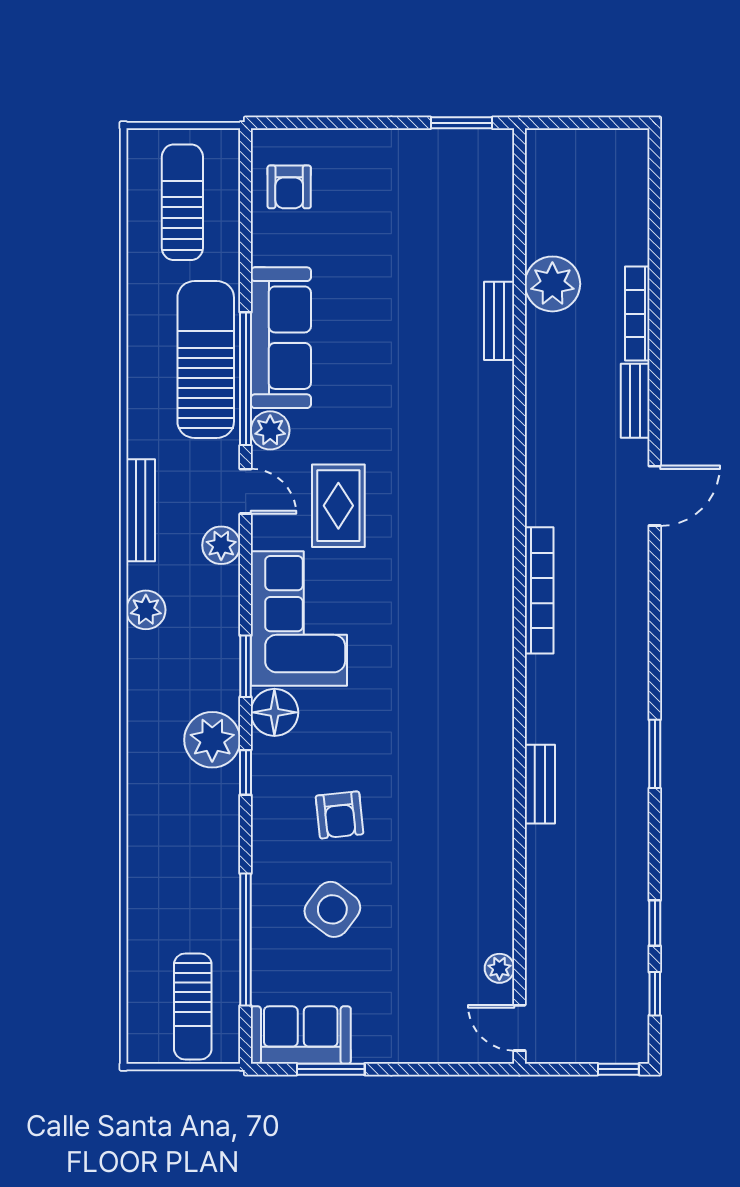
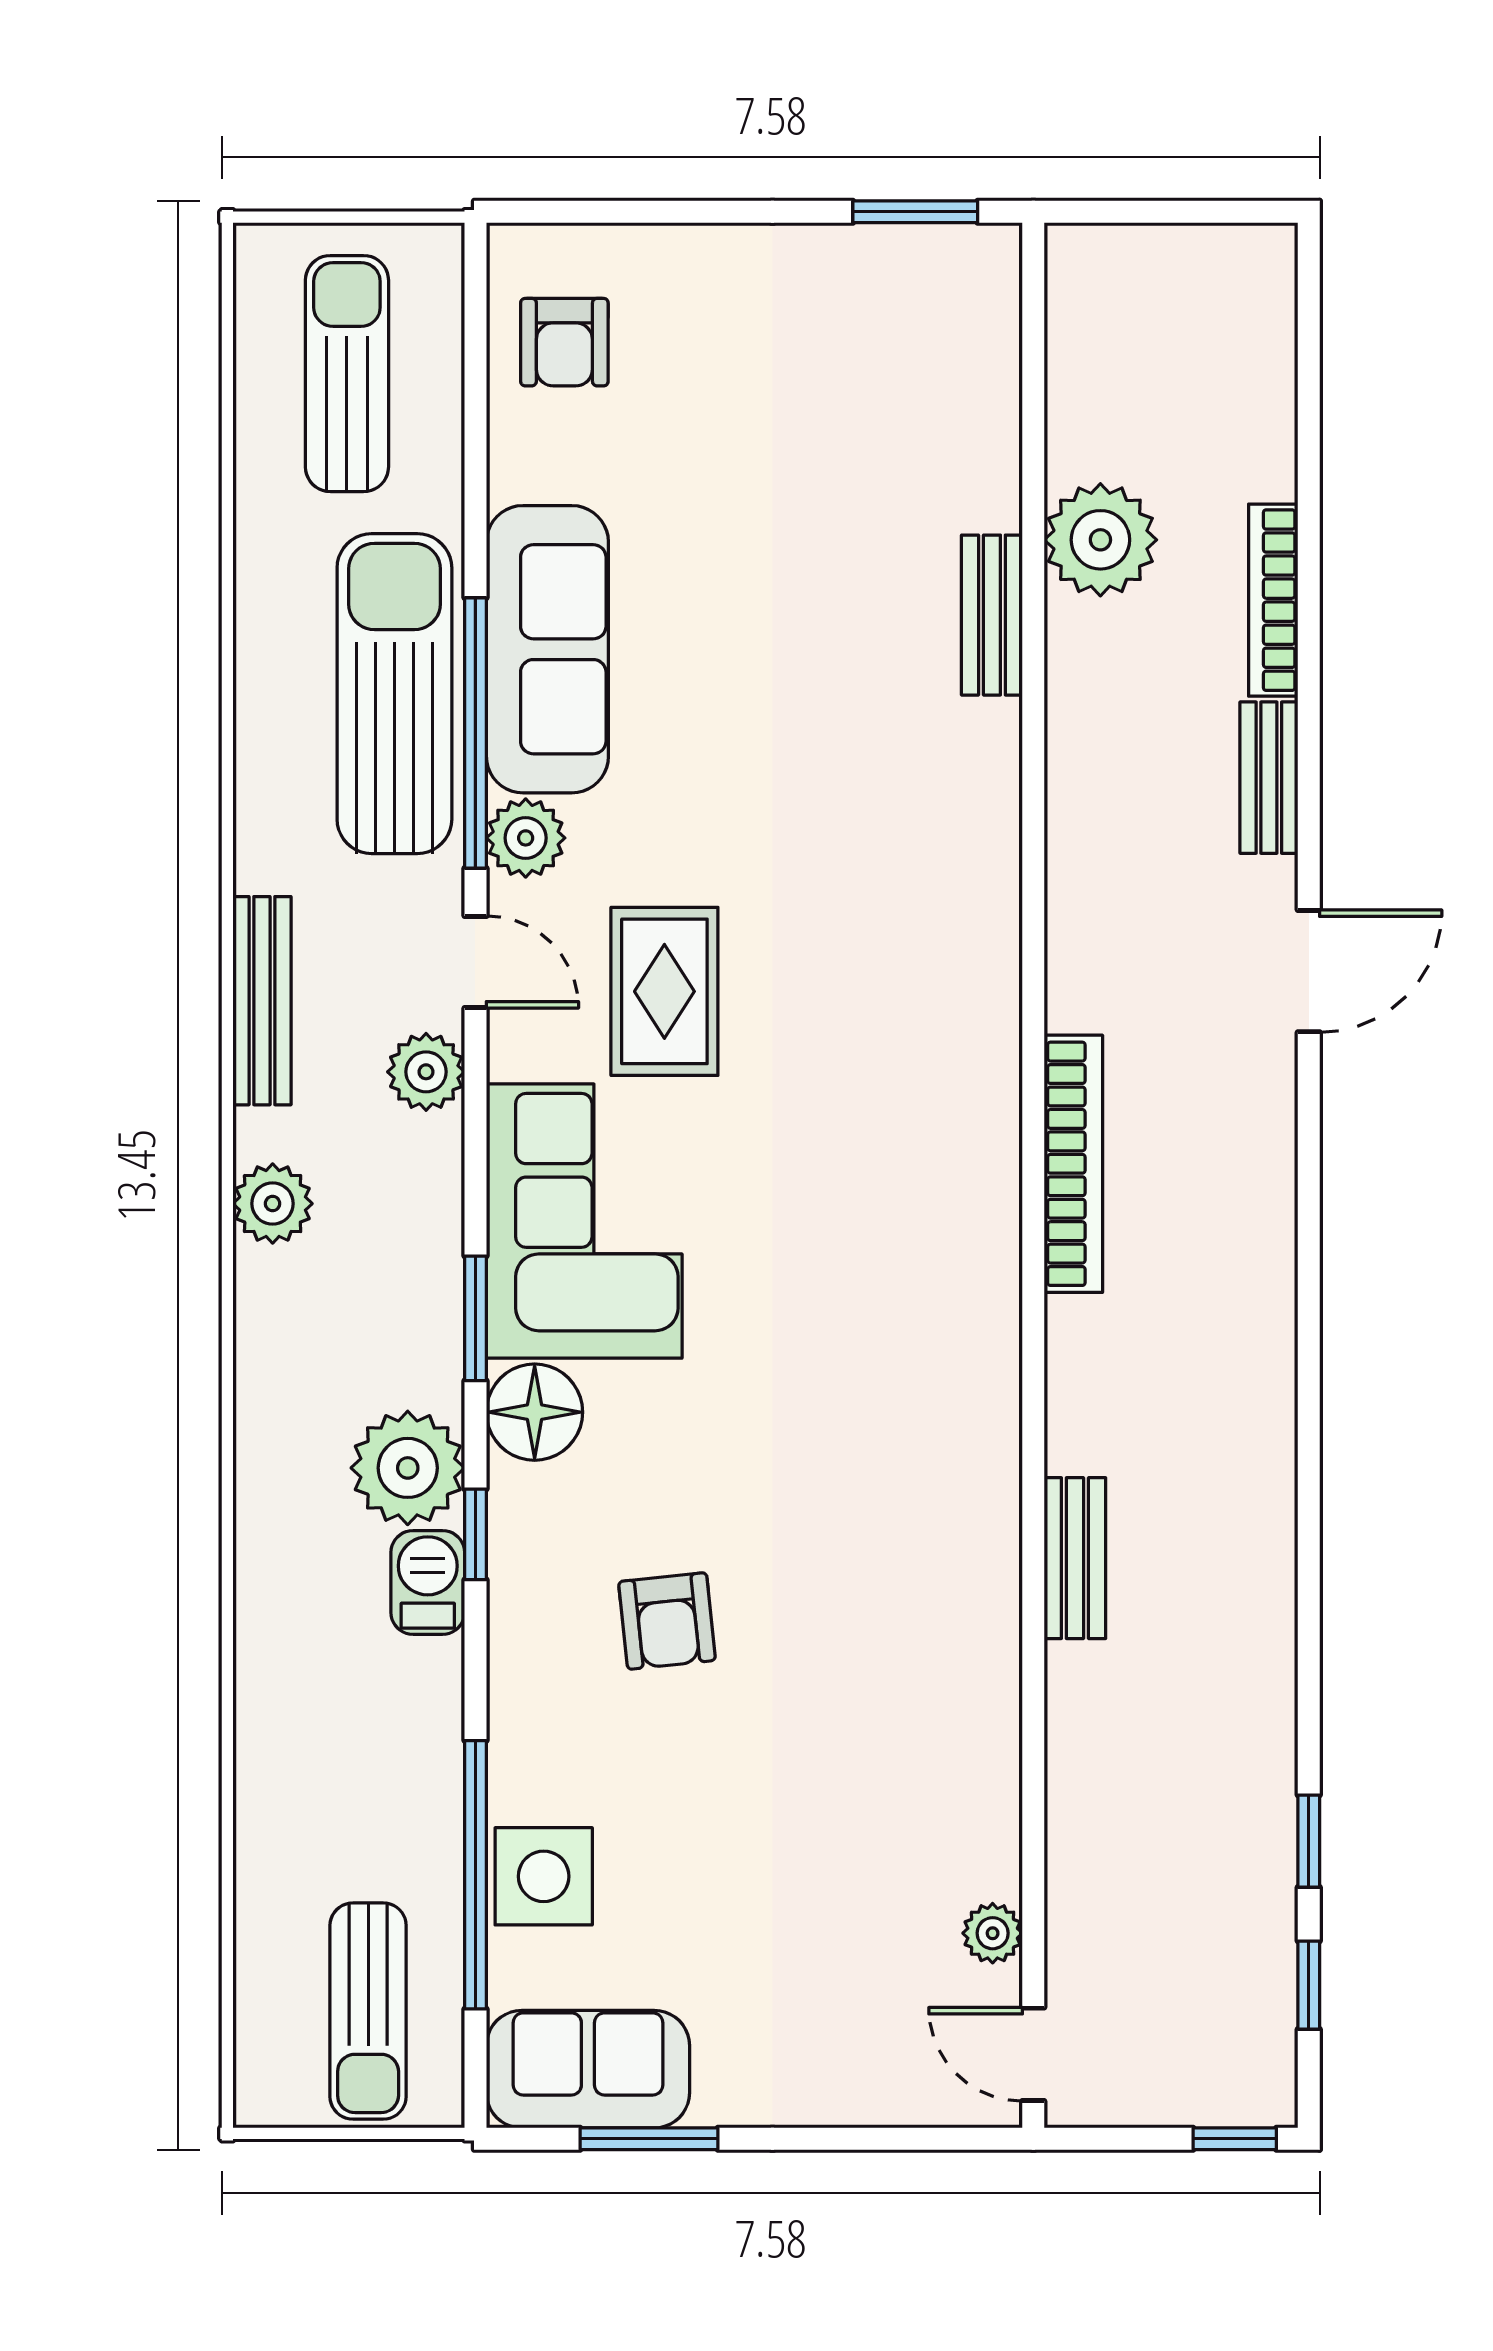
window: (655, 754) -> (1309, 1497), removed
barbecue: (222, 796) -> (428, 1582), added
side table: (332, 909) -> (544, 1876), moved, turned -37

